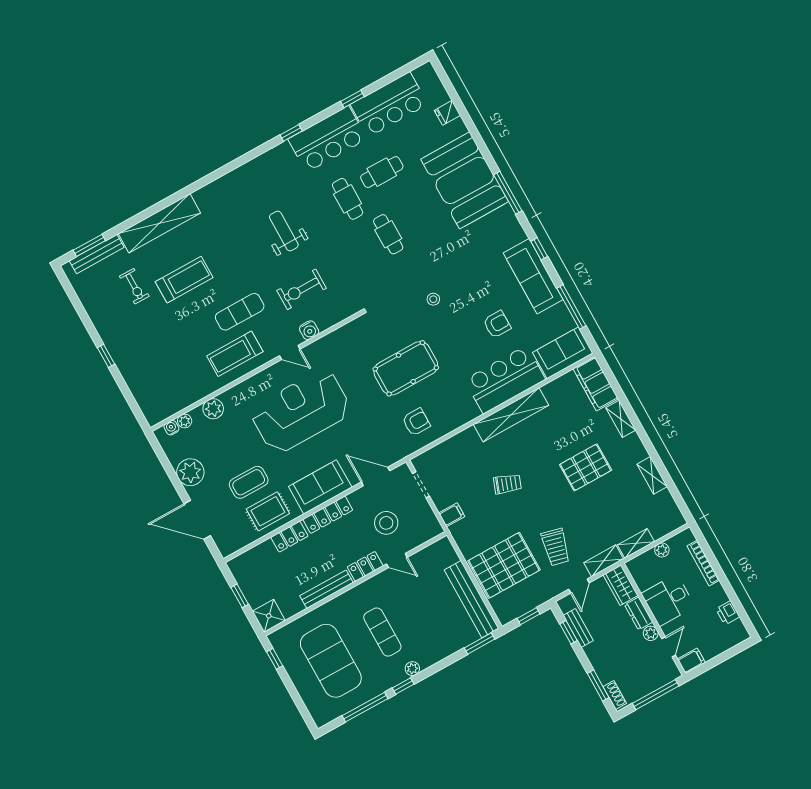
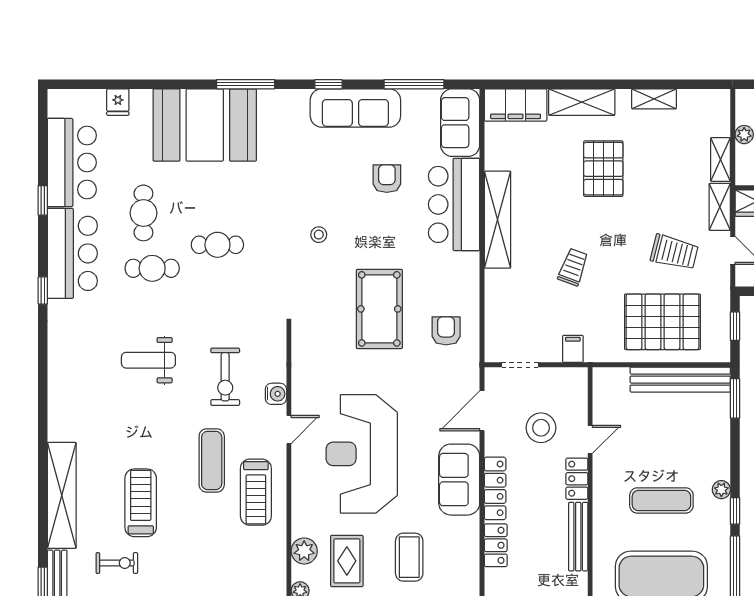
shelving: (621, 419) -> (582, 102), width x1.50, depth x1.33
rug: (268, 511) -> (347, 561), moved
pallet: (504, 565) -> (662, 322), turned 90

